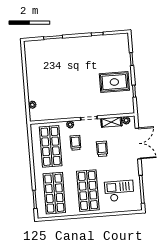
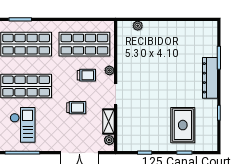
dresser: (70, 43) -> (210, 78), added
rug: (114, 82) -> (183, 125), moved

